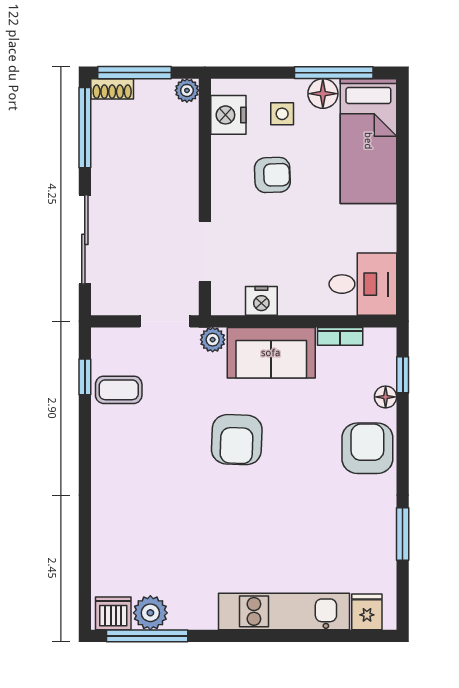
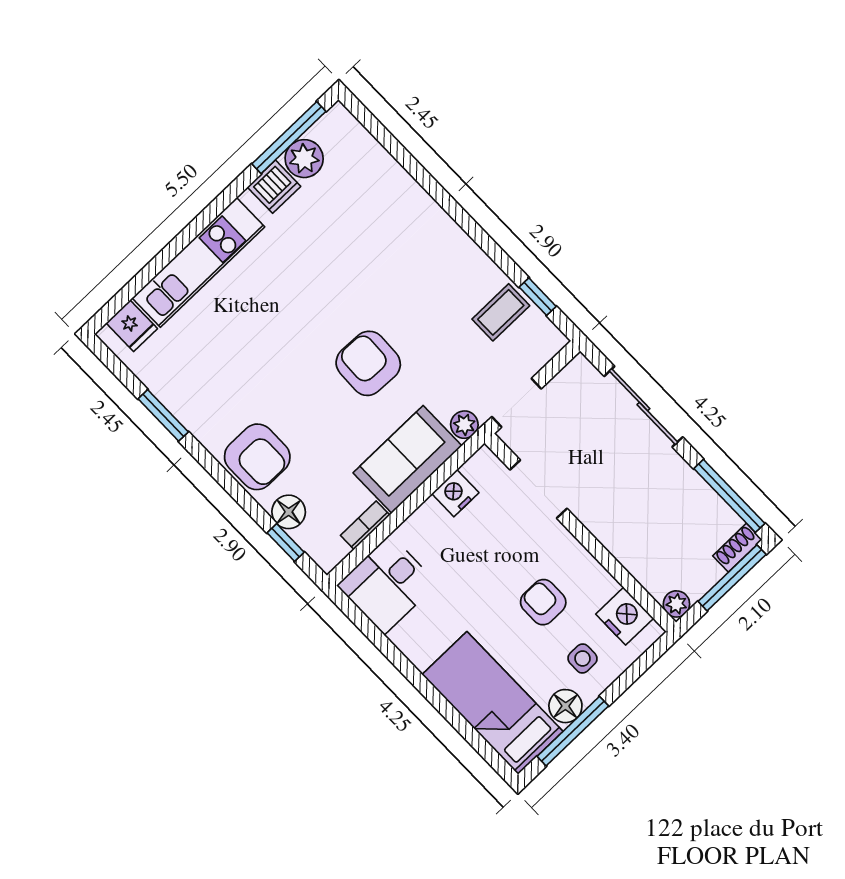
armchair: (272, 175) -> (543, 602), turned 92
floor lamp: (386, 397) -> (289, 512), width x1.37, depth x1.37
dishwasher: (113, 613) -> (274, 187), moved

